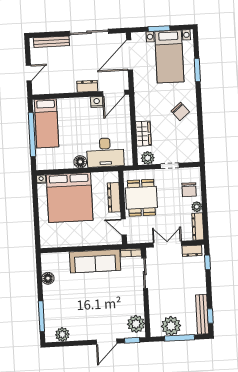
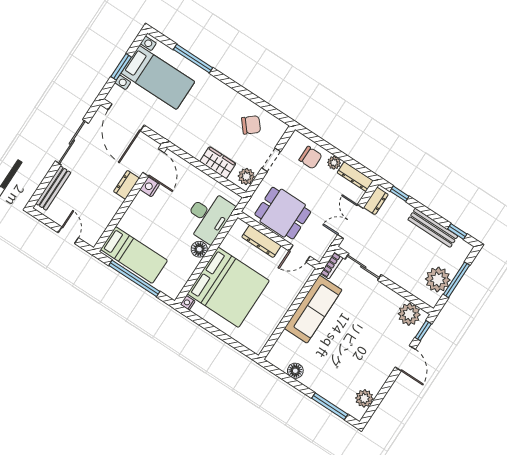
window: (197, 70) -> (193, 59), width x1.44
chair: (180, 111) -> (251, 125), moved
bench: (202, 314) -> (433, 228), moved

